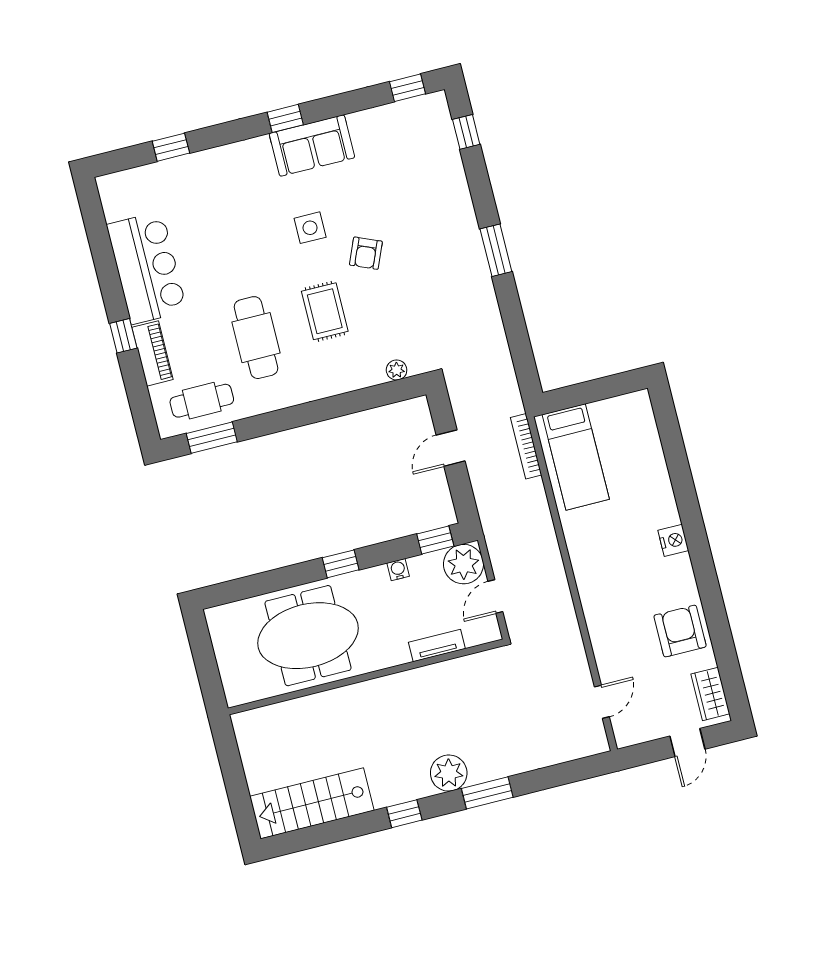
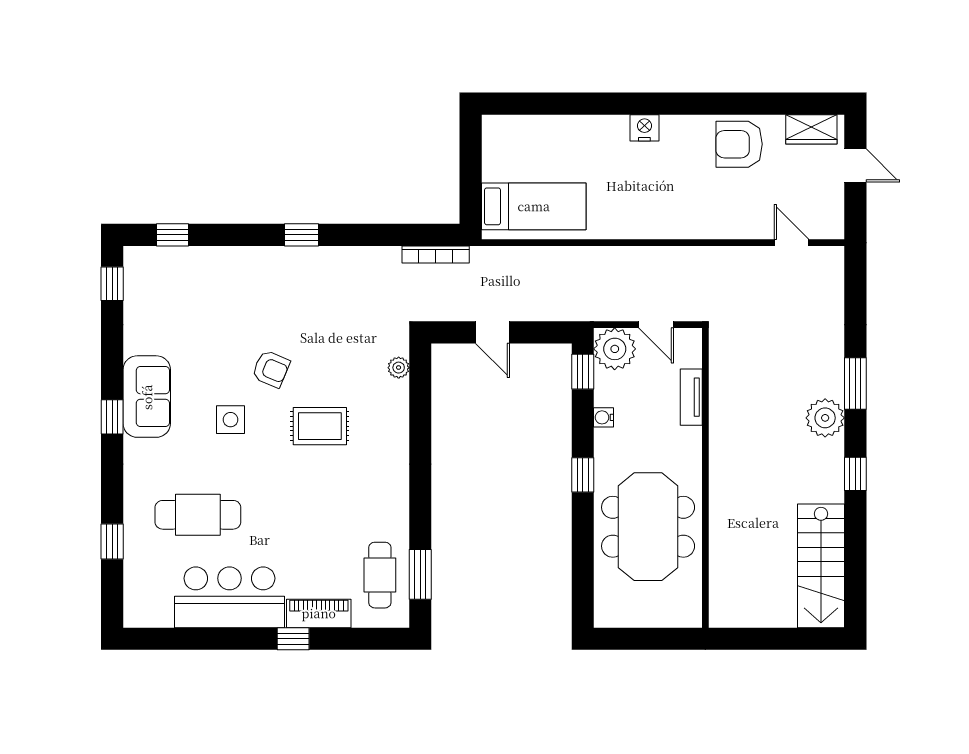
window: (496, 250) -> (301, 235), width x0.67
cafe table: (256, 338) -> (198, 515), moved
bookcase: (526, 446) -> (436, 254), moved

